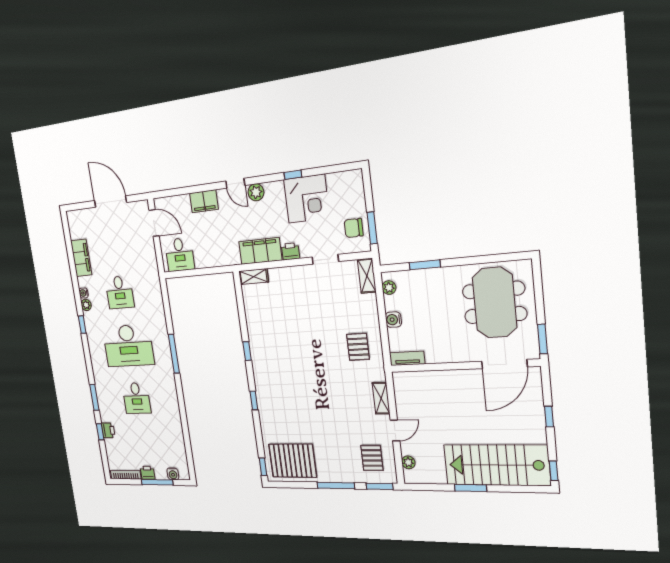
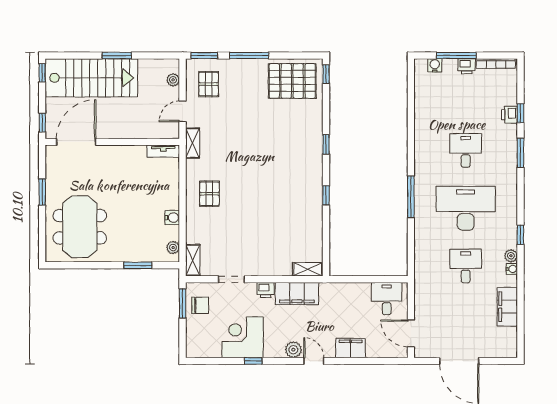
tv unit: (407, 358) -> (163, 151), moved
door: (504, 364) -> (76, 142), moved
wall: (463, 366) -> (112, 142), moved

